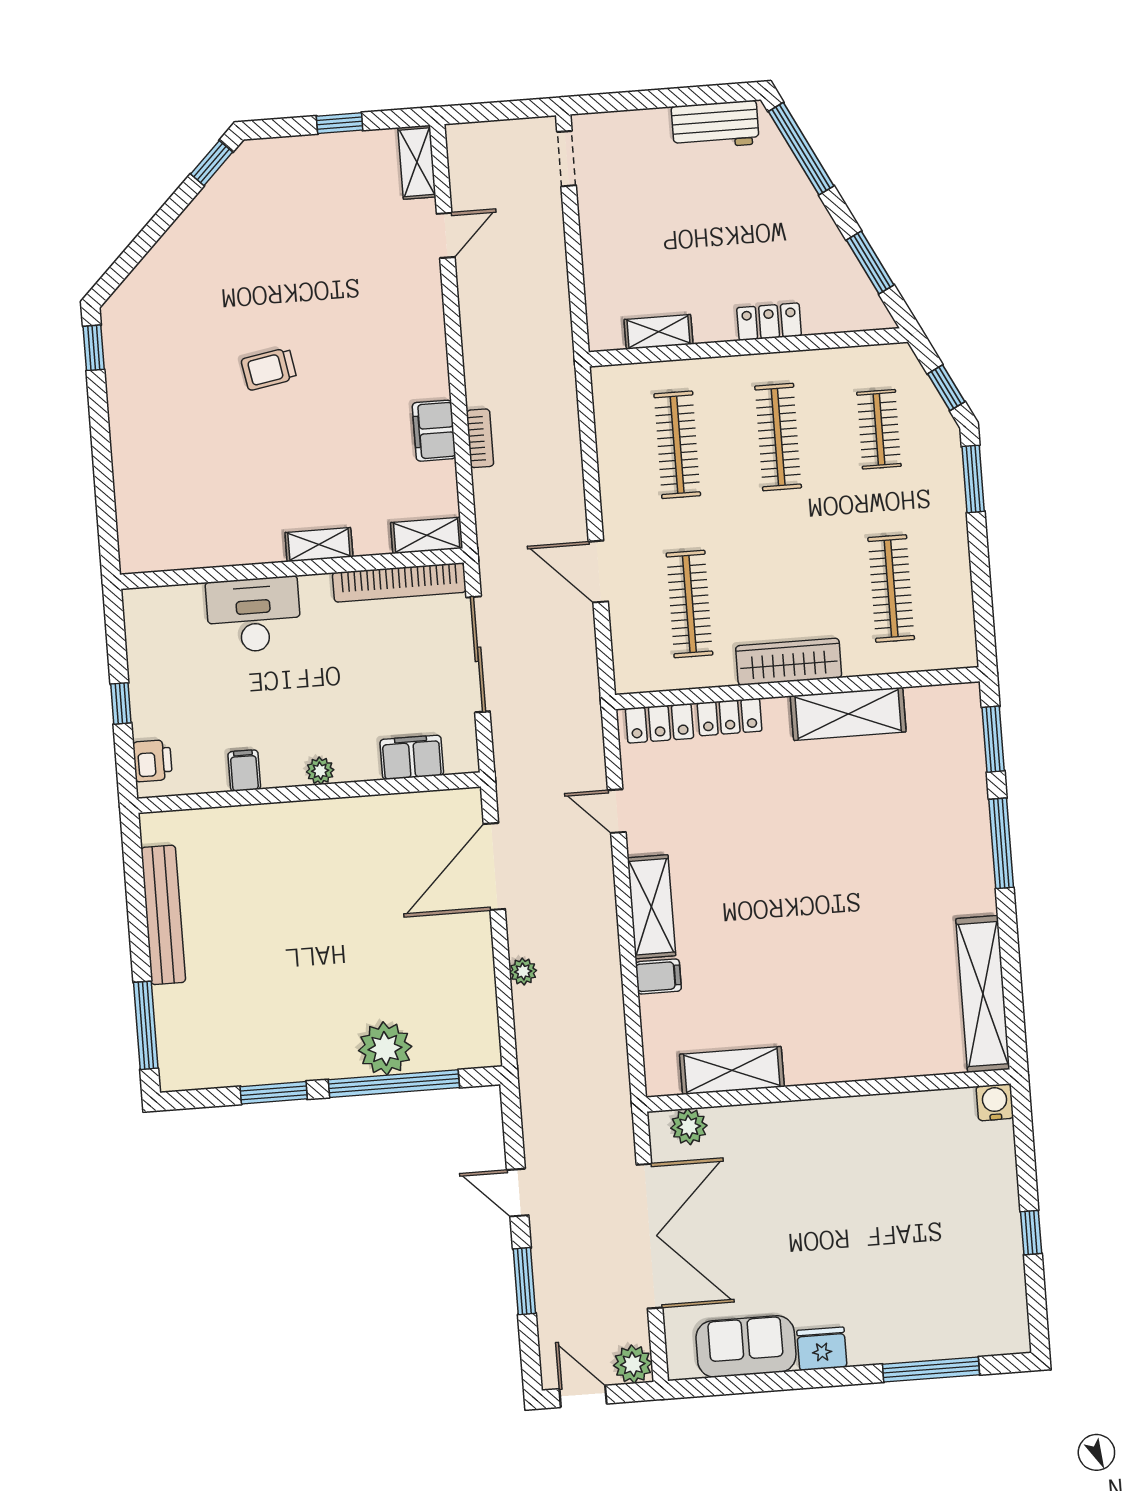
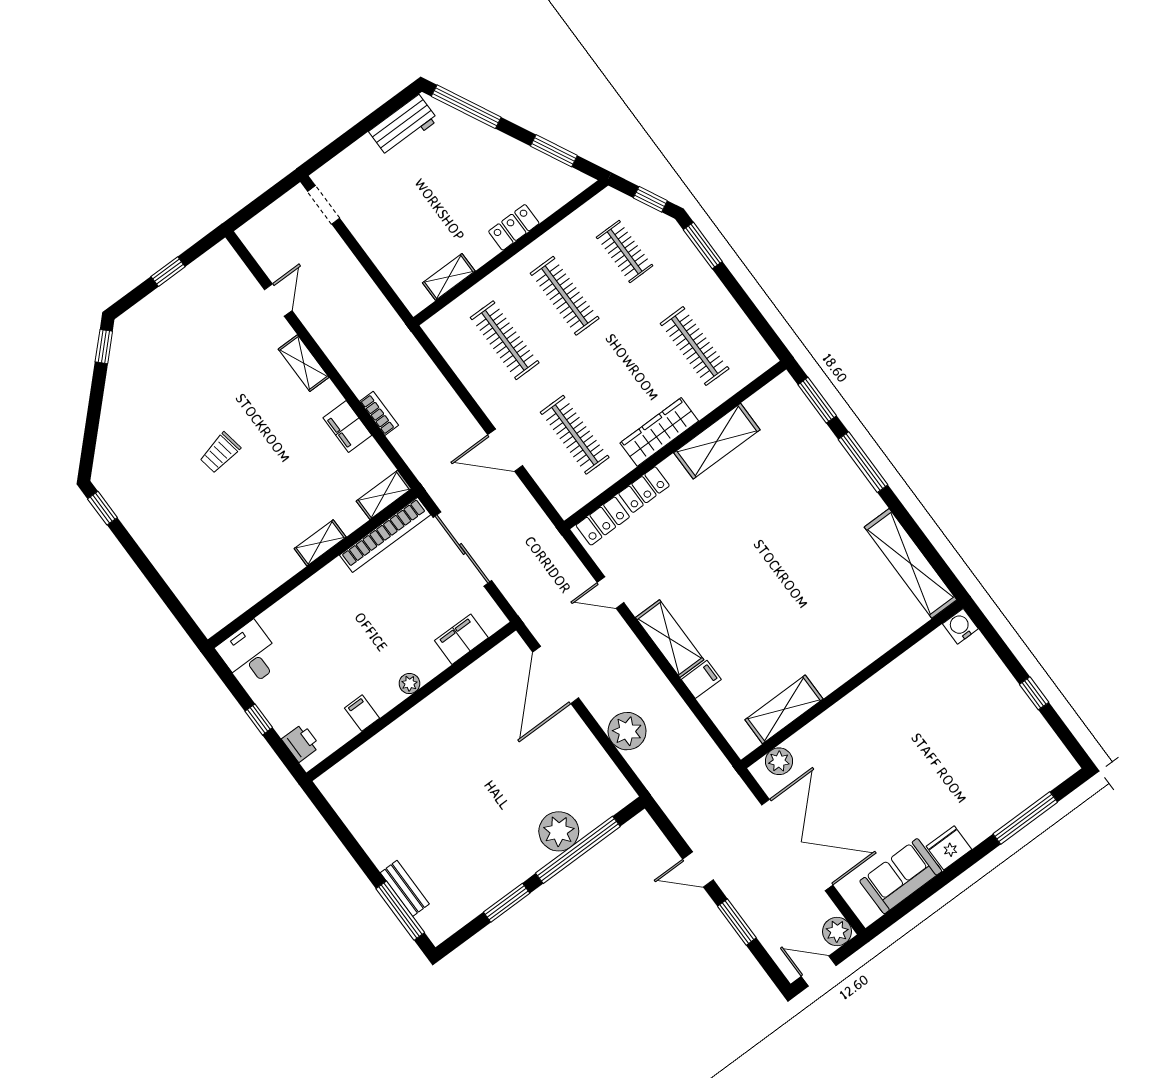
shelving: (417, 162) -> (304, 363), moved
desk: (254, 615) -> (250, 655), moved, width x0.73
bench: (163, 915) -> (405, 888), moved, width x0.54, depth x0.82
plant: (523, 971) -> (627, 731), width x1.88, depth x1.88

